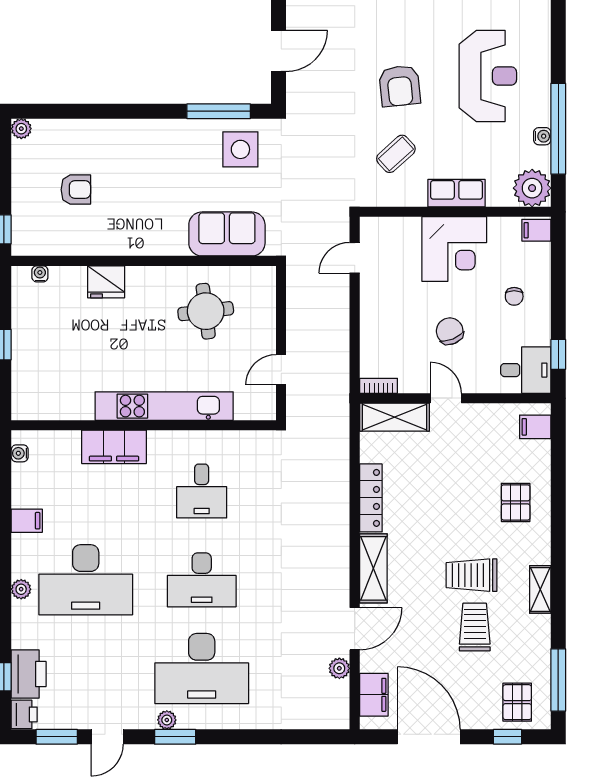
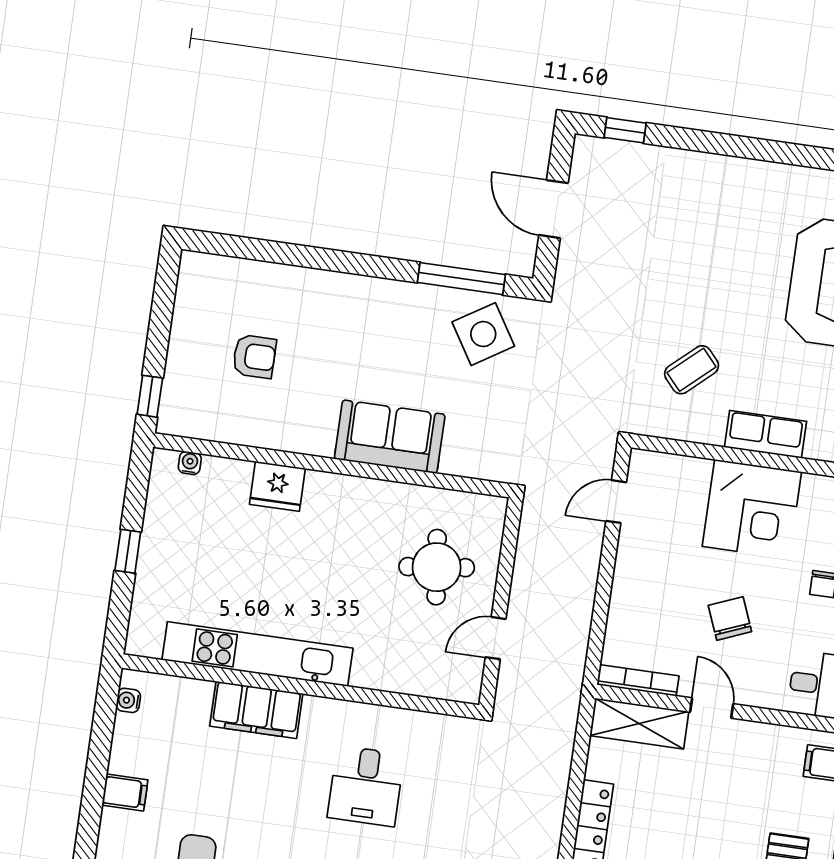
door: (279, 51) -> (553, 209), swing flipped
armchair: (400, 86) -> (710, 279), removed
plant: (21, 129) -> (193, 264), removed
side table: (240, 149) -> (483, 334), turned -32
sofa: (227, 234) -> (390, 437), moved
round table: (206, 311) -> (437, 567), moved
bookcase: (379, 386) -> (638, 680), width x1.56
kitchen unit: (164, 406) -> (257, 654), moved

